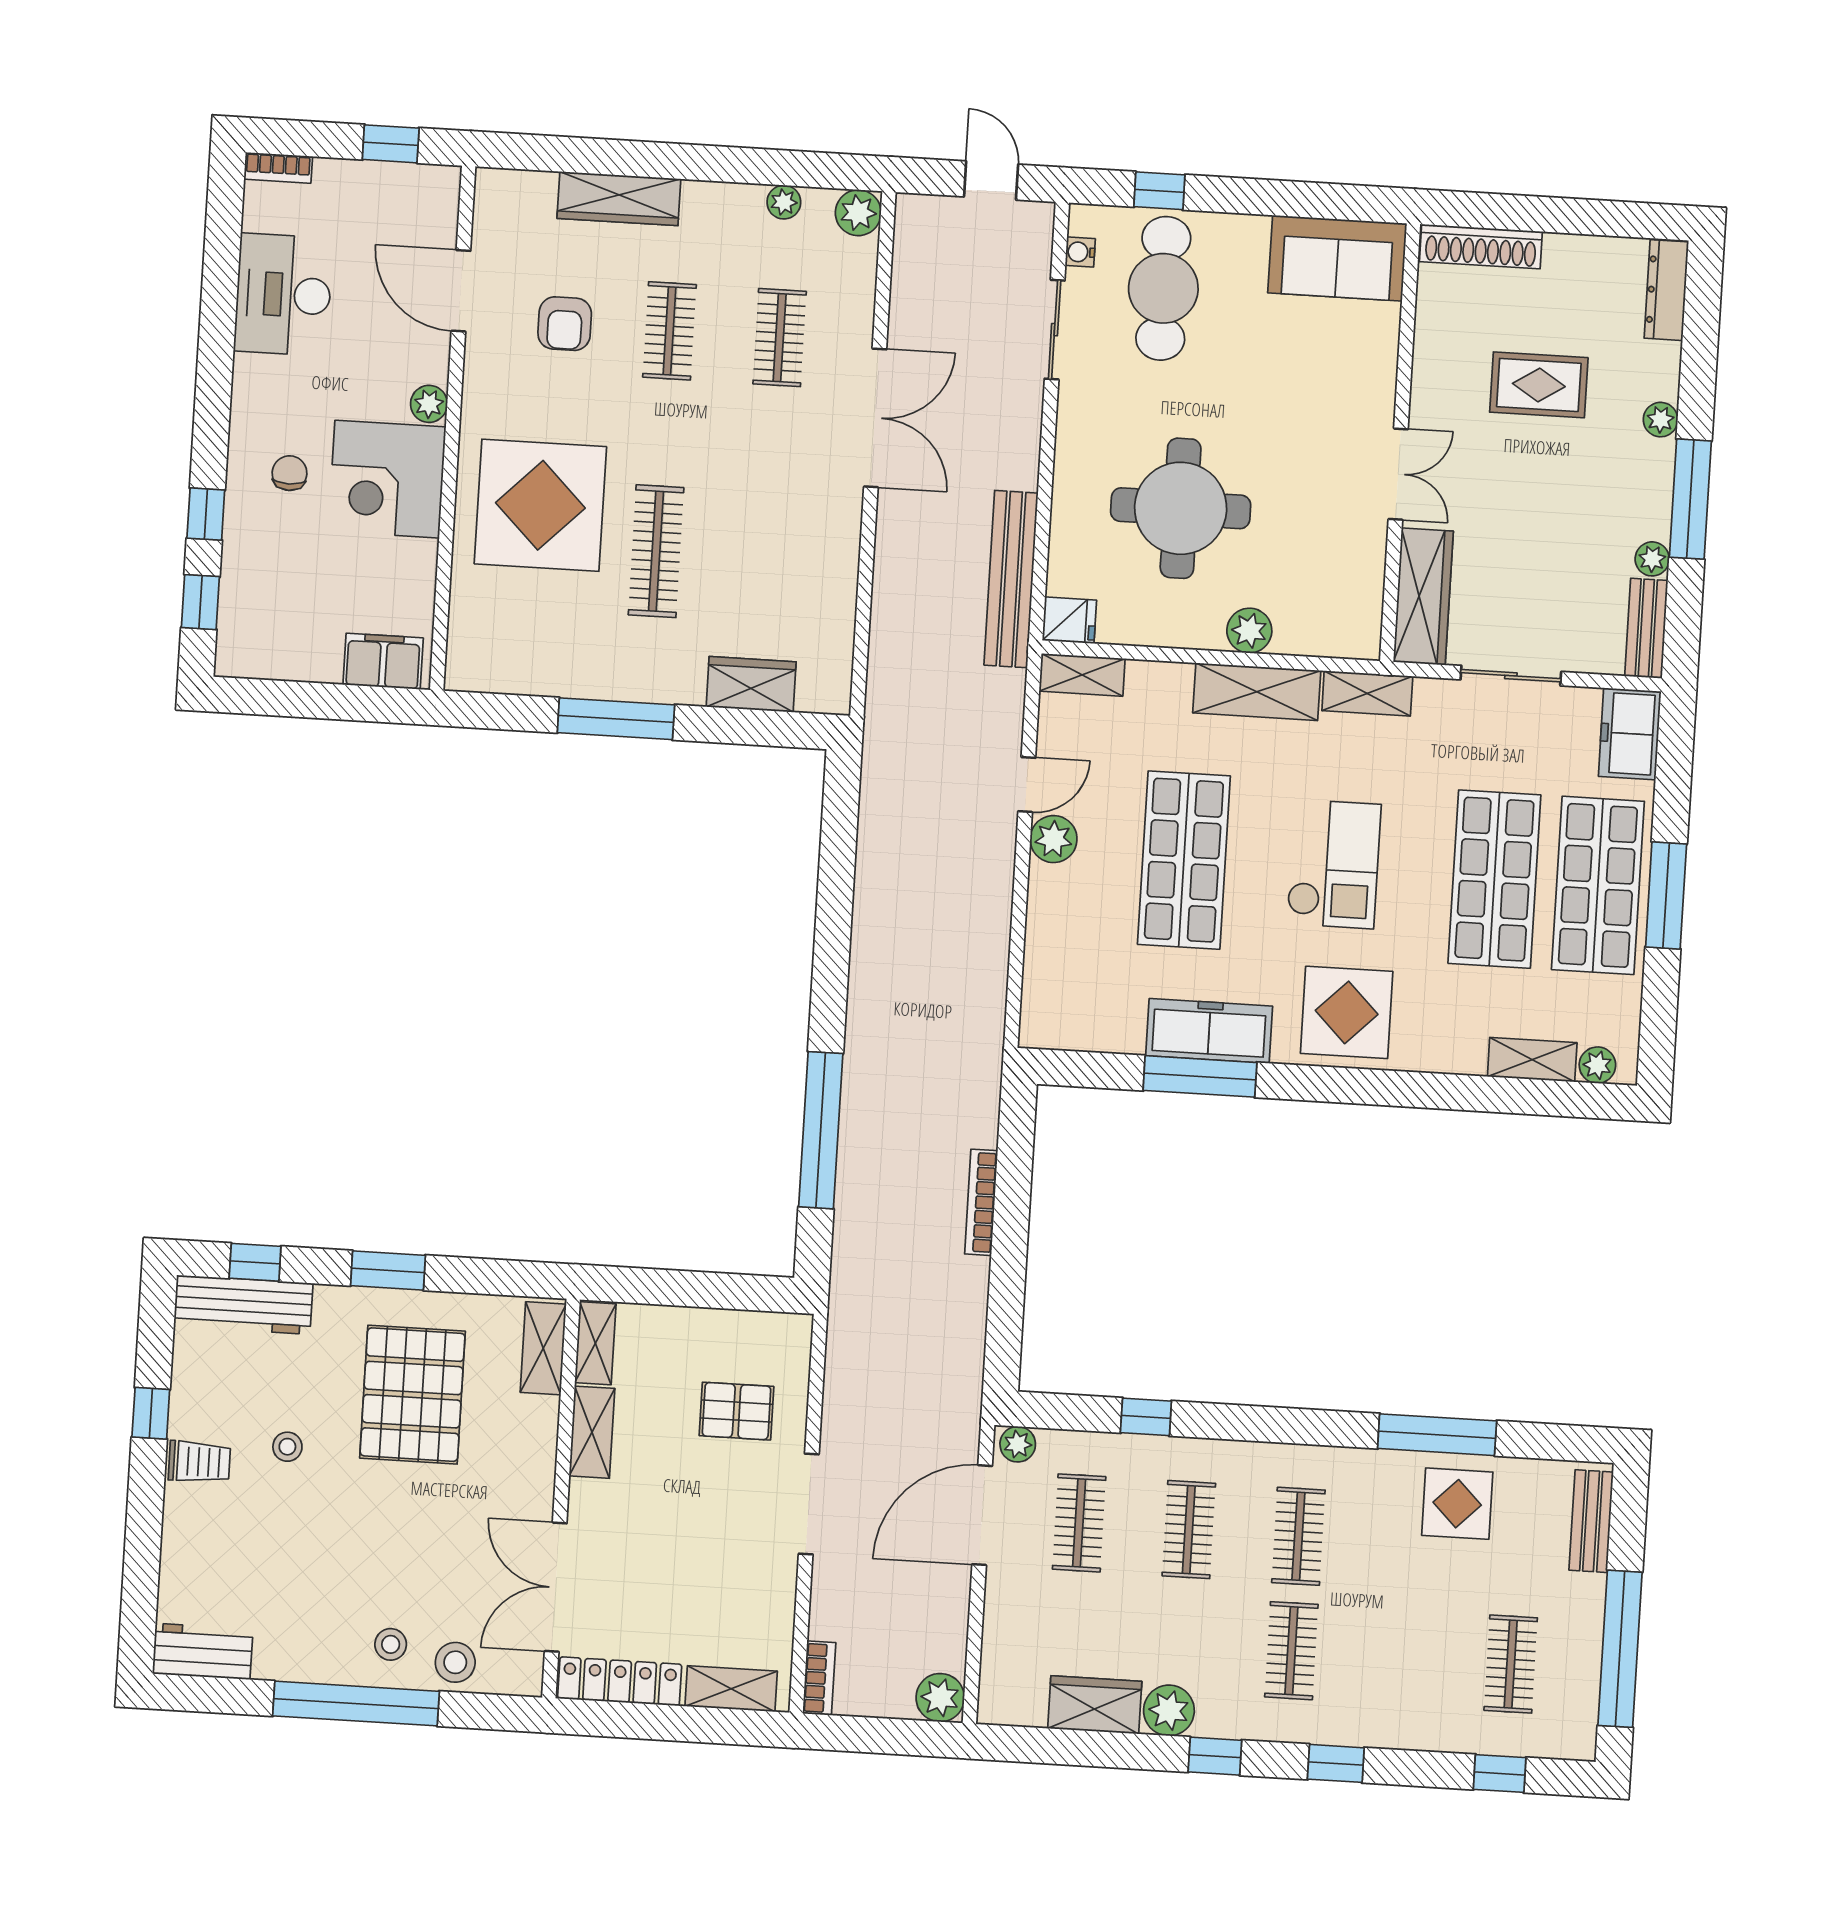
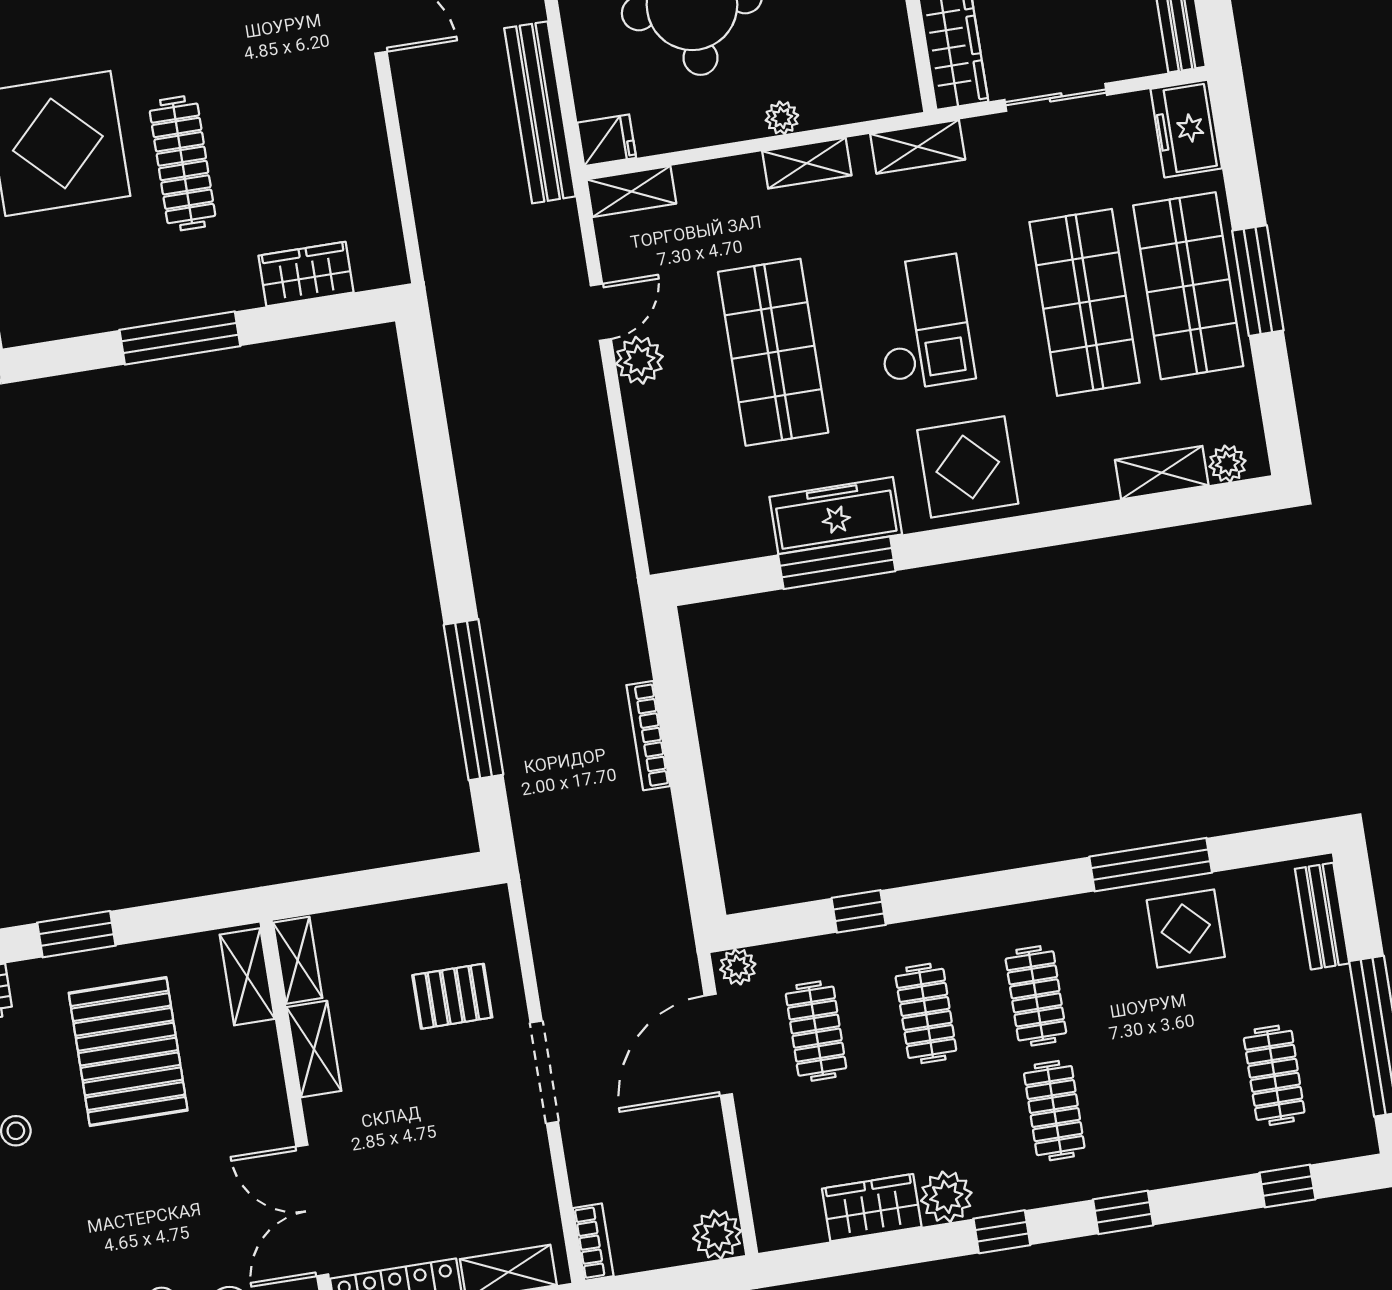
plant: (1249, 631) -> (782, 118), width x0.73, depth x0.73
shelving: (1257, 692) -> (807, 163), width x0.67, depth x0.75

